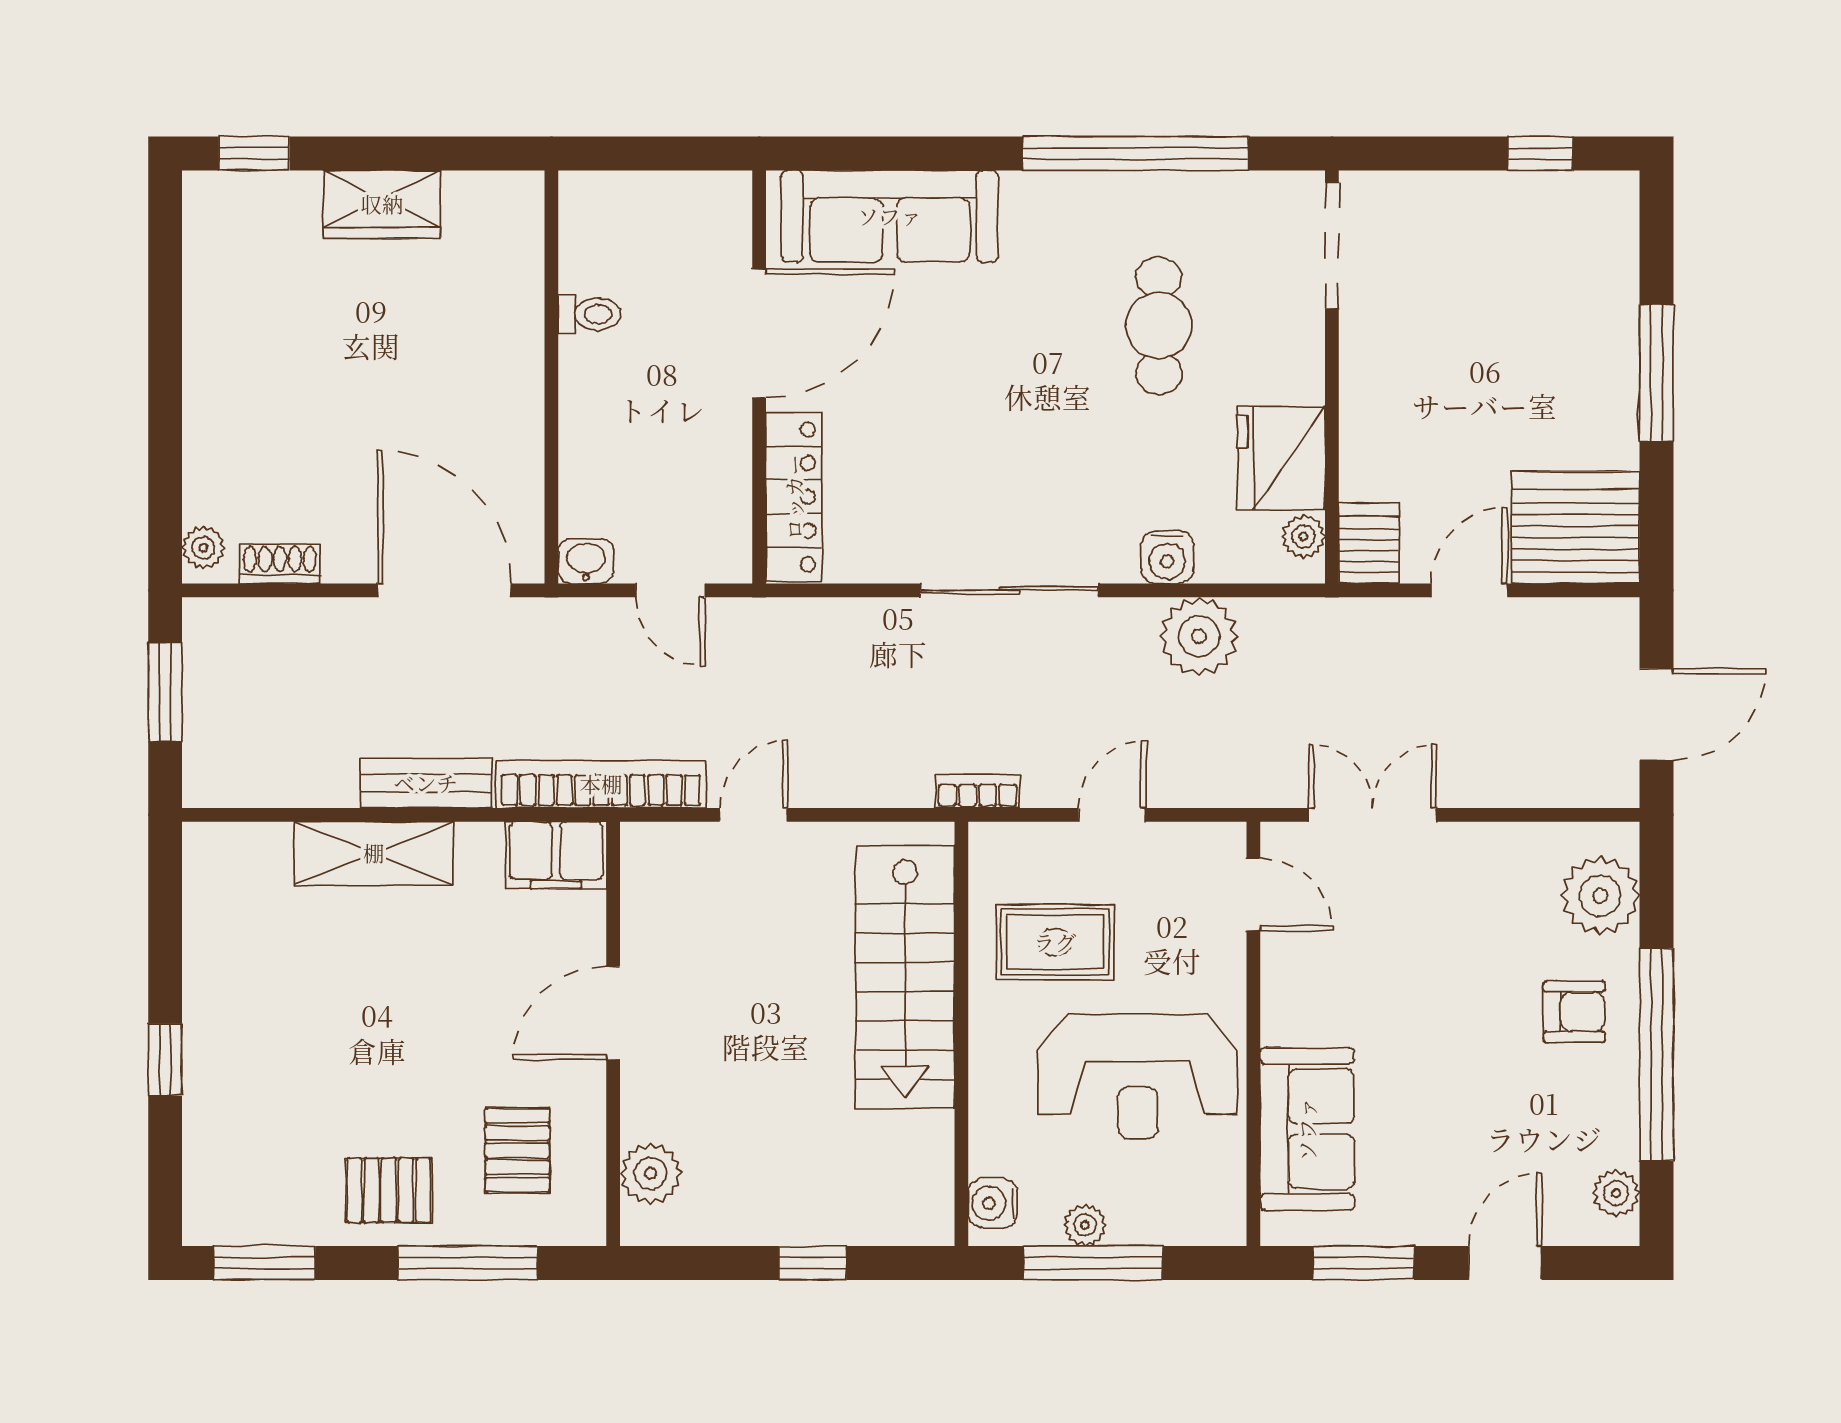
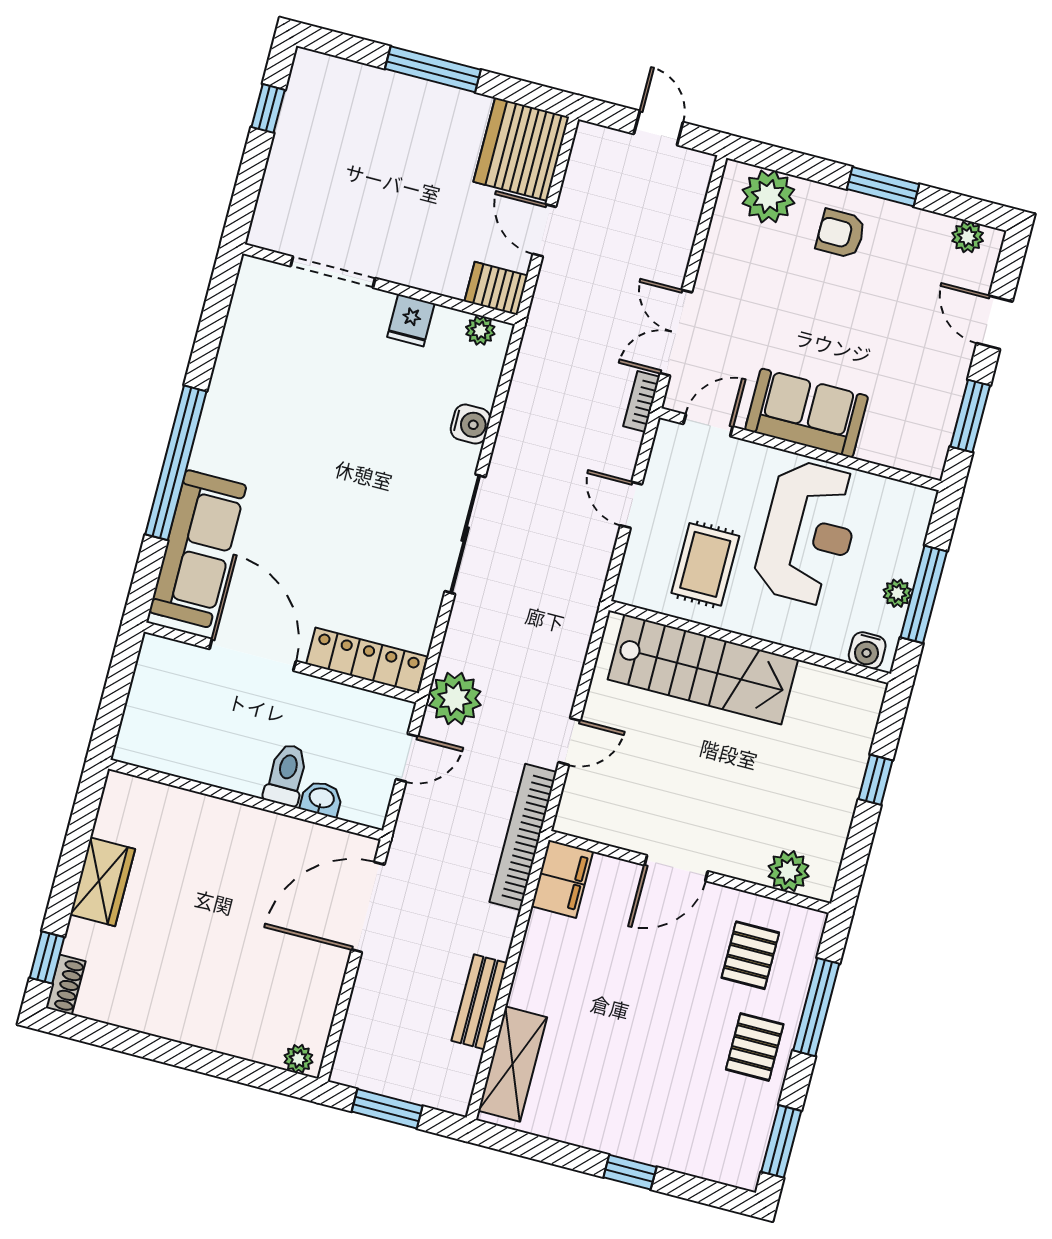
window: (1136, 153) -> (176, 463), moved
doorway: (1332, 246) -> (333, 272), moved
toilet: (590, 314) -> (286, 775), moved, width x1.37, depth x1.39
cafe table: (1159, 325) -> (316, 390), removed
fridge: (1281, 458) -> (411, 320), width x0.53, depth x0.75
washbasin: (586, 561) -> (321, 799), moved, turned 90
shoe rack: (280, 564) -> (66, 985), moved, turned 180
plant: (1199, 636) -> (455, 698), moved
door: (1656, 714) -> (658, 128), width x0.73
bench: (426, 783) -> (479, 1002), moved
bookcase: (977, 791) -> (641, 402), moved
door: (754, 815) -> (570, 741), swing flipped
shelving: (374, 853) -> (513, 1064), moved
armchair: (1574, 1012) -> (841, 234), turned -90
door: (613, 1013) -> (676, 868), hinge flipped
window: (1656, 1055) -> (883, 187), width x0.47
sofa: (1307, 1129) -> (807, 413), moved
pallet: (517, 1150) -> (750, 955), turned 90

